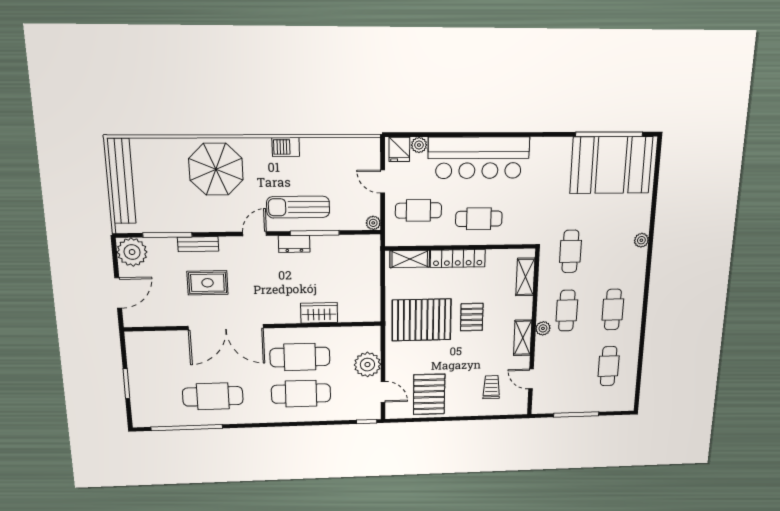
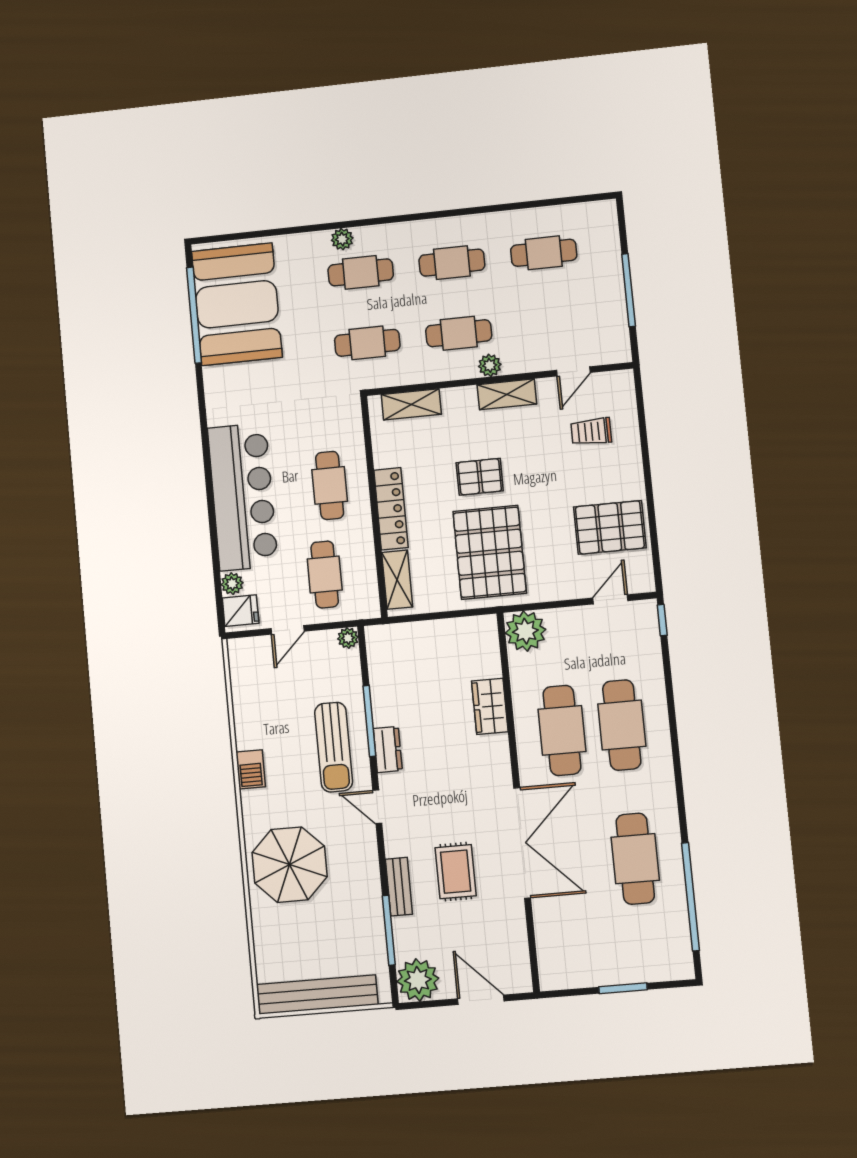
cafe table: (617, 251) -> (361, 272), added
plant: (367, 365) -> (525, 631), moved

